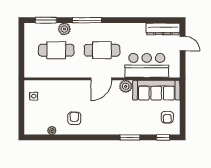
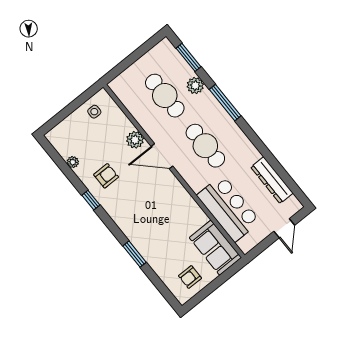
dresser: (163, 29) -> (272, 180), moved
door: (101, 79) -> (162, 156), moved
plant: (126, 86) -> (135, 140), moved
sofa: (156, 90) -> (215, 248), width x0.73
window: (163, 137) -> (91, 200), moved

